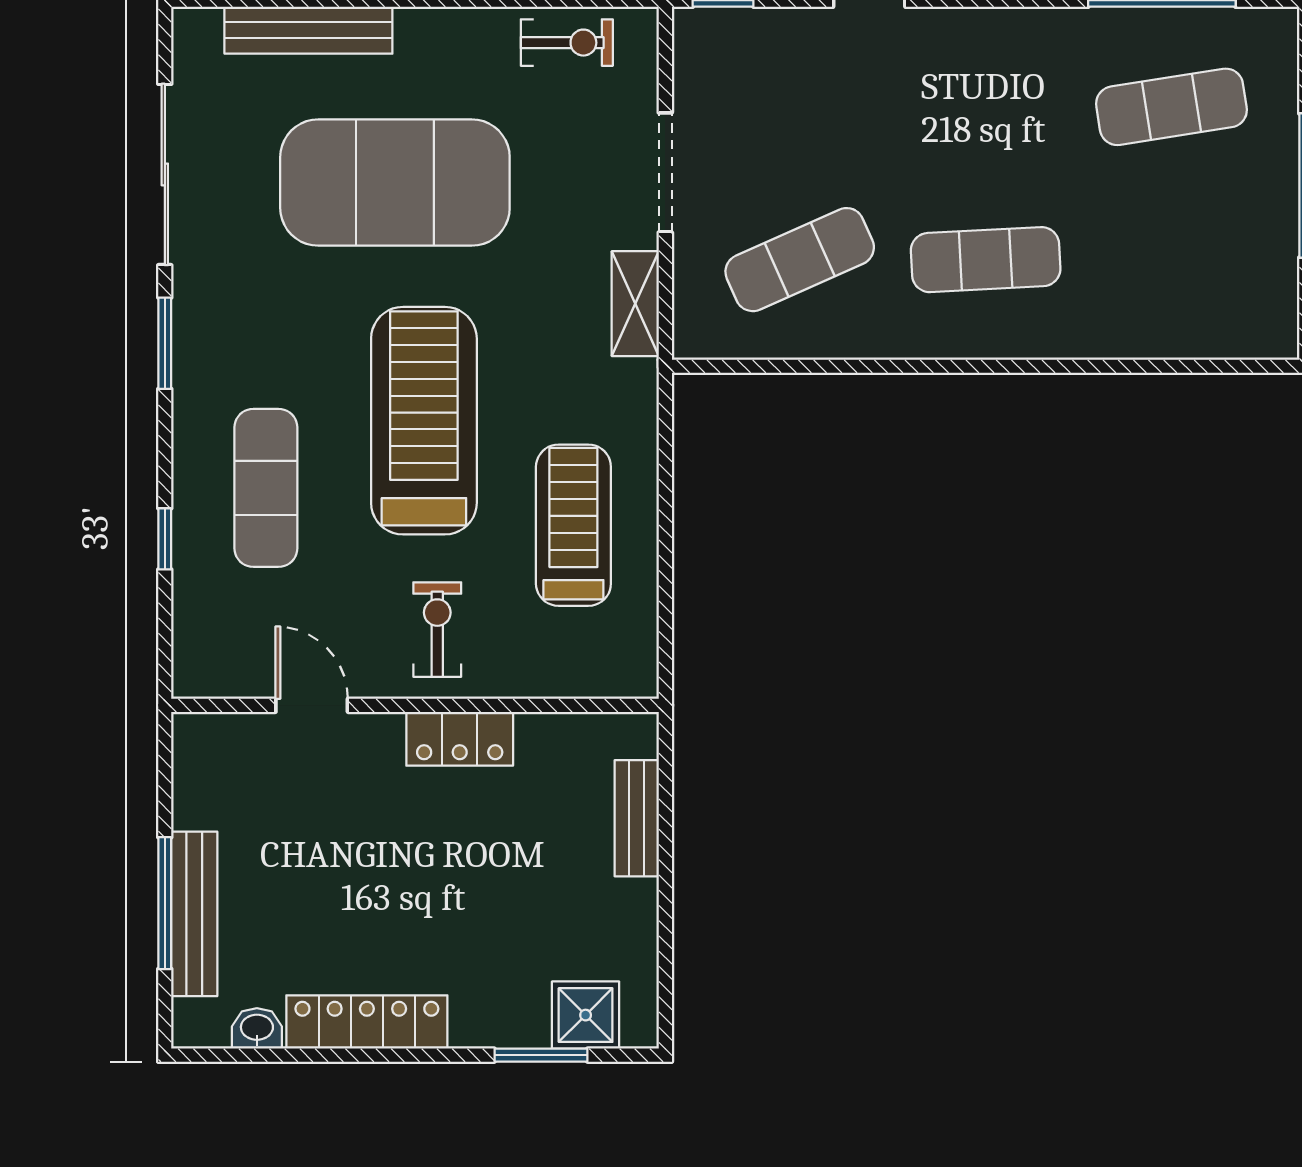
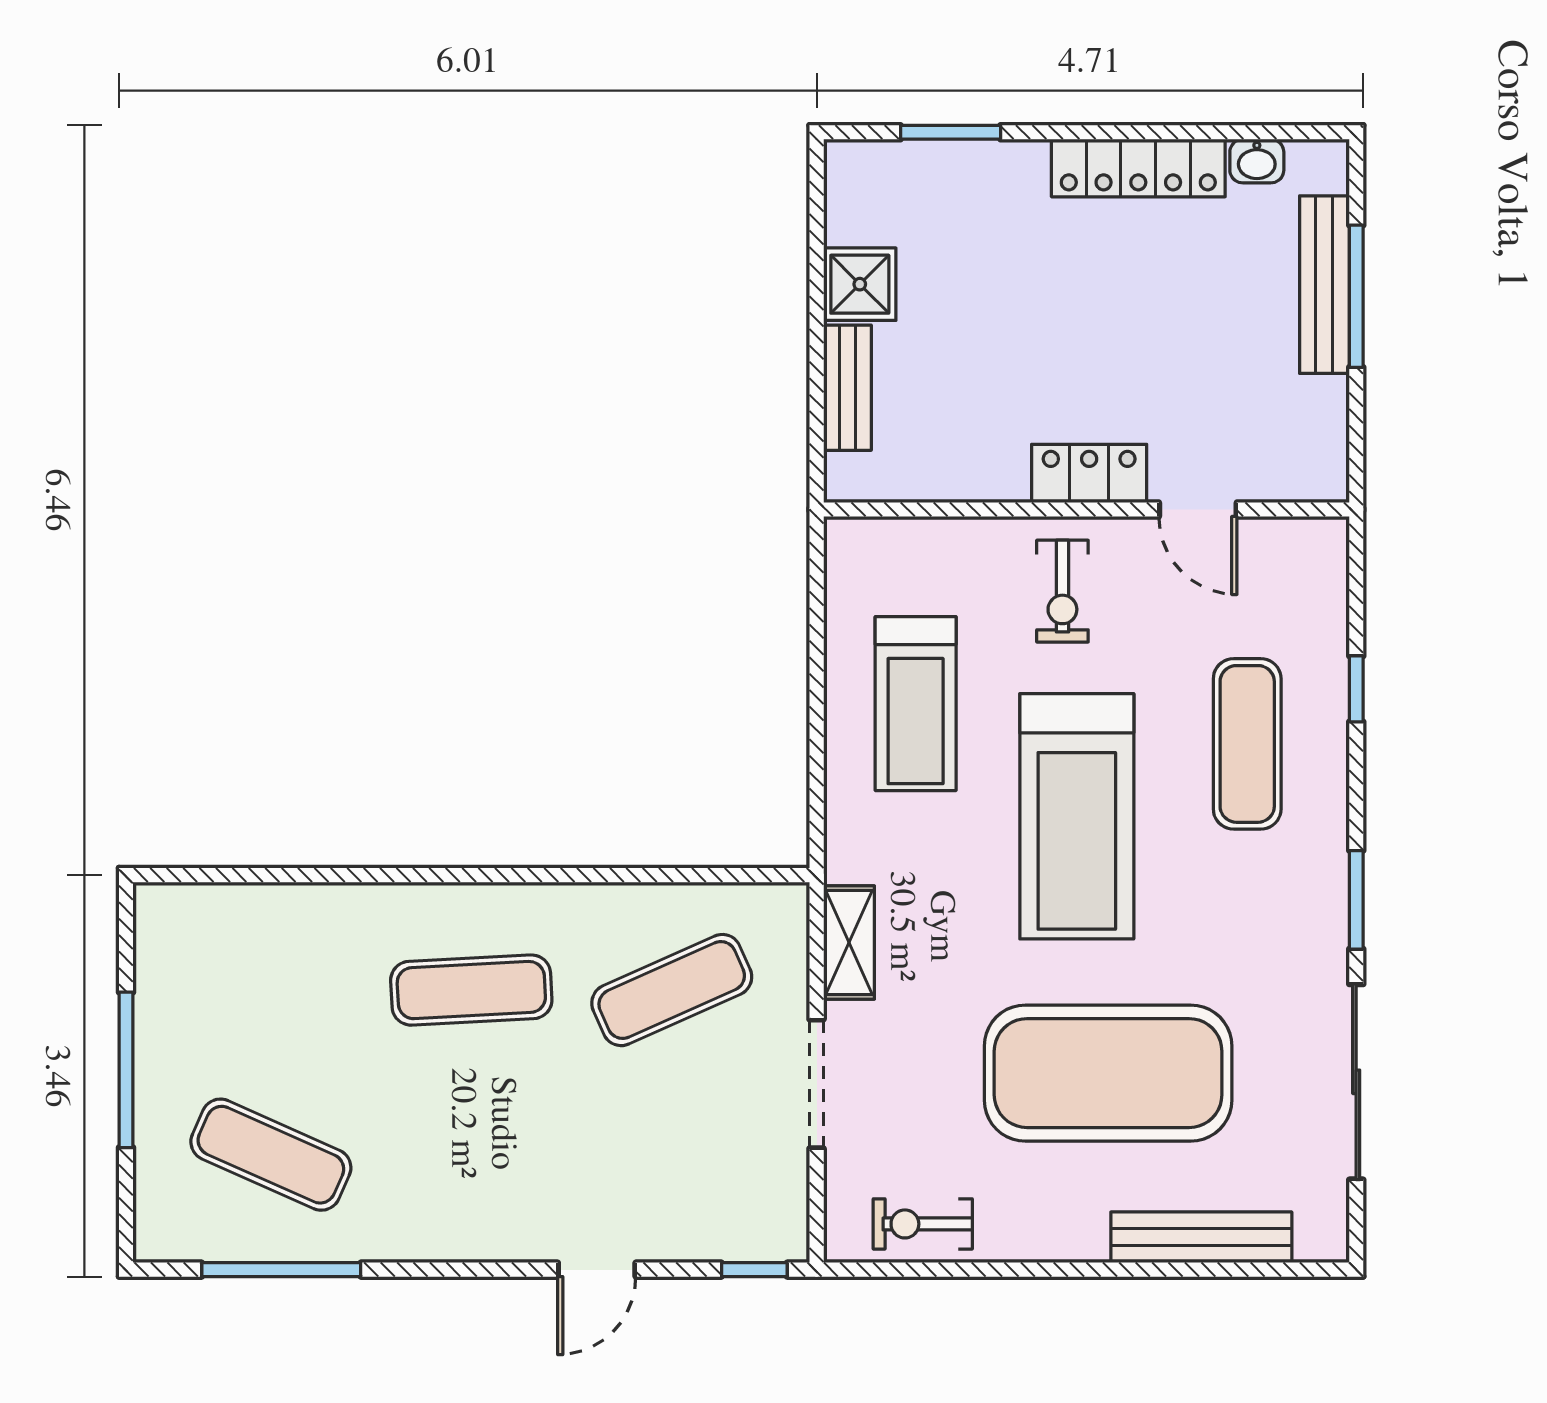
exercise mat: (1171, 107) -> (271, 1155), turned 33
locker: (460, 739) -> (1089, 473), moved
shower: (586, 1015) -> (860, 284), moved

